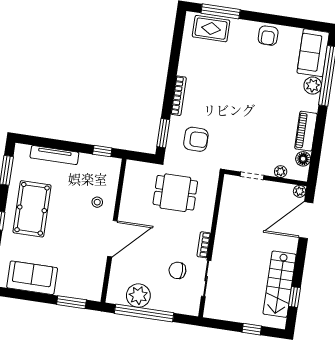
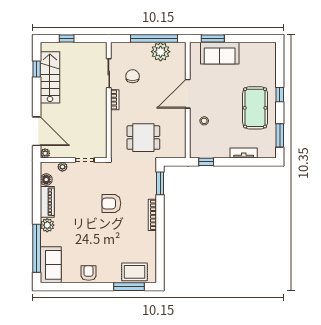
plant: (313, 86) -> (47, 225), moved
armchair: (196, 139) -> (111, 203), moved
tv unit: (54, 155) -> (244, 153), width x0.71
door: (306, 220) -> (37, 131), hinge flipped
chair: (177, 270) -> (133, 76), turned -90
sofa: (32, 278) -> (220, 53), moved

